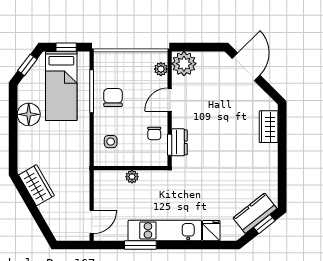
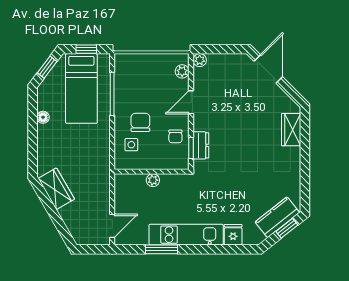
plant: (184, 64) -> (200, 60), width x0.53, depth x0.53
chair: (113, 97) -> (140, 122), moved
floor lamp: (29, 114) -> (43, 117), width x0.53, depth x0.53

